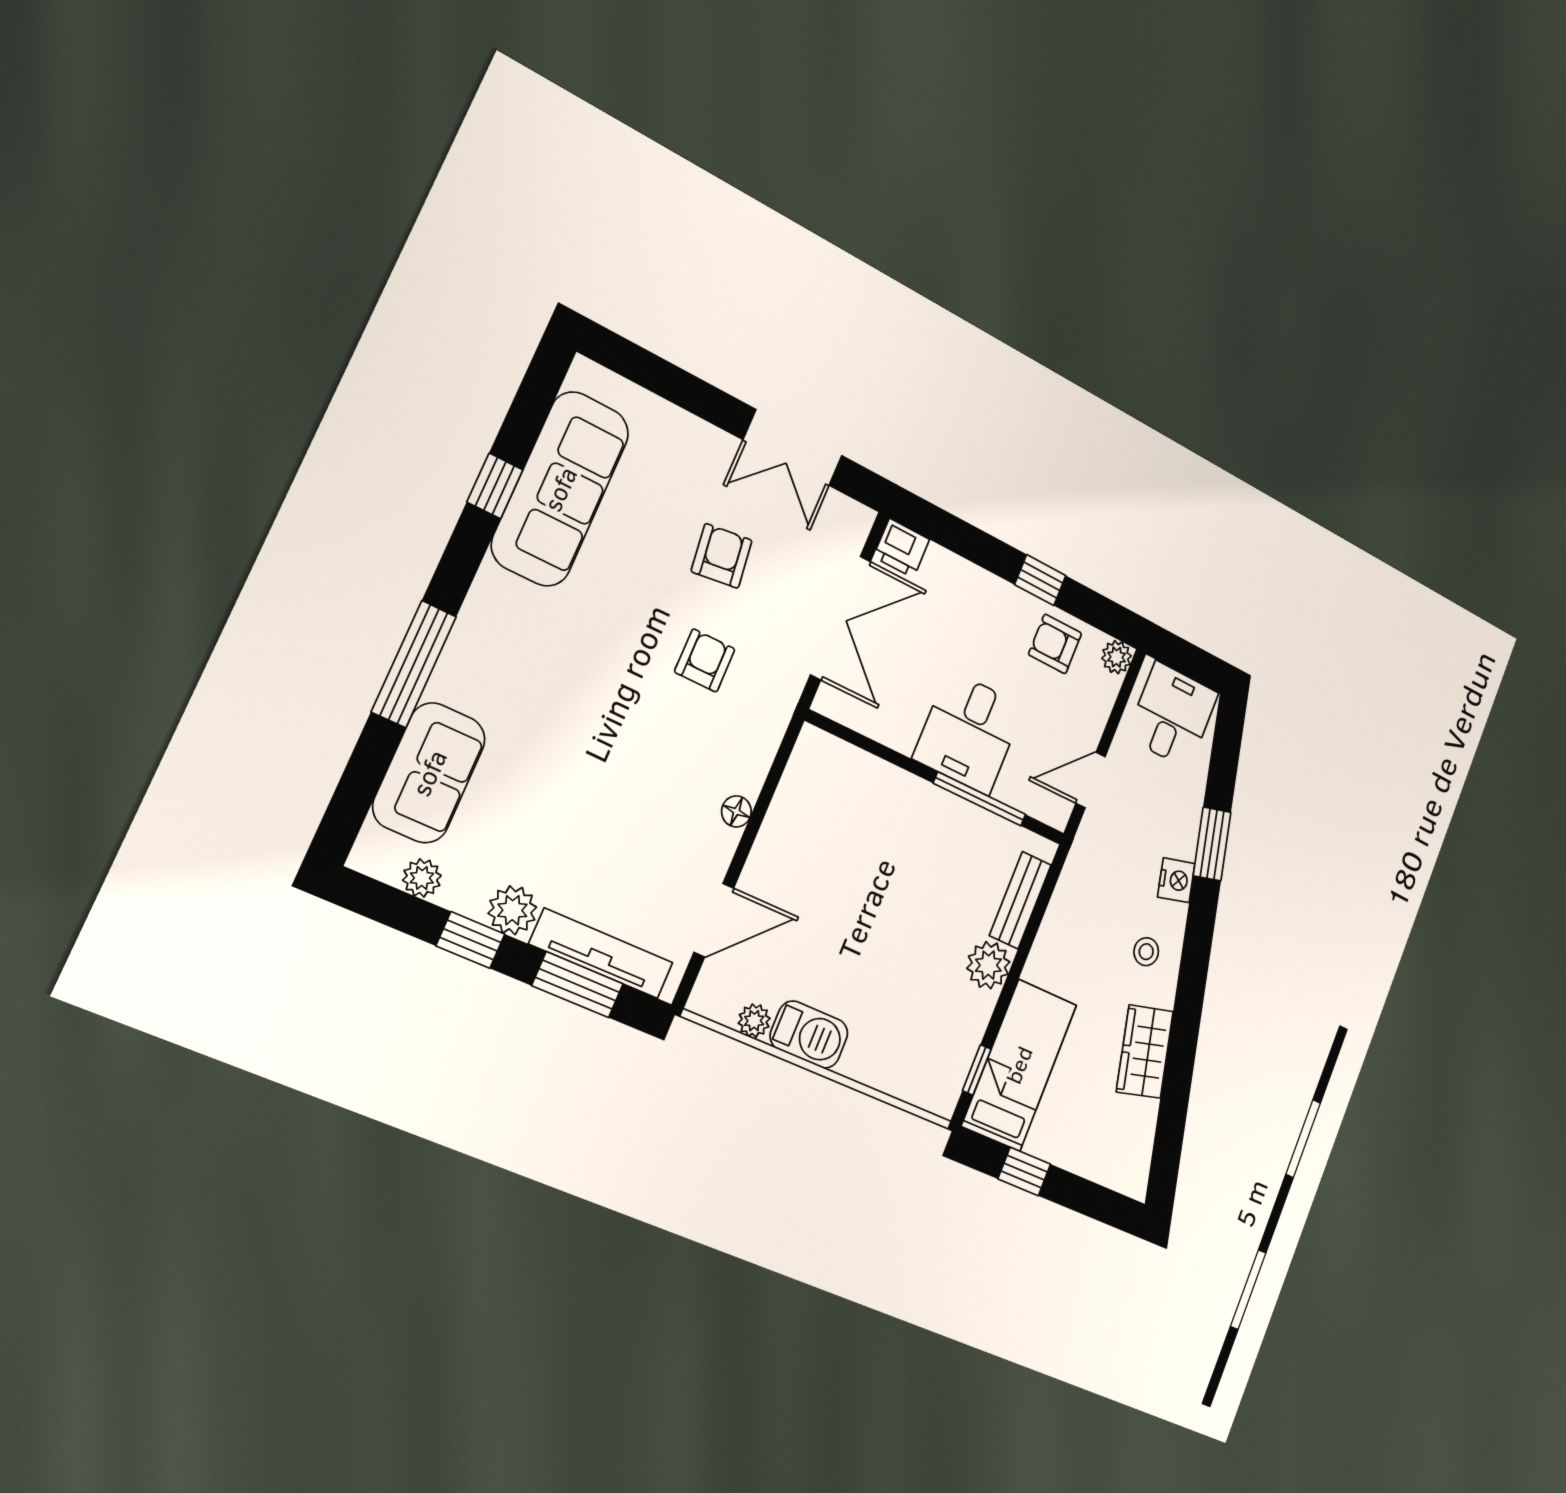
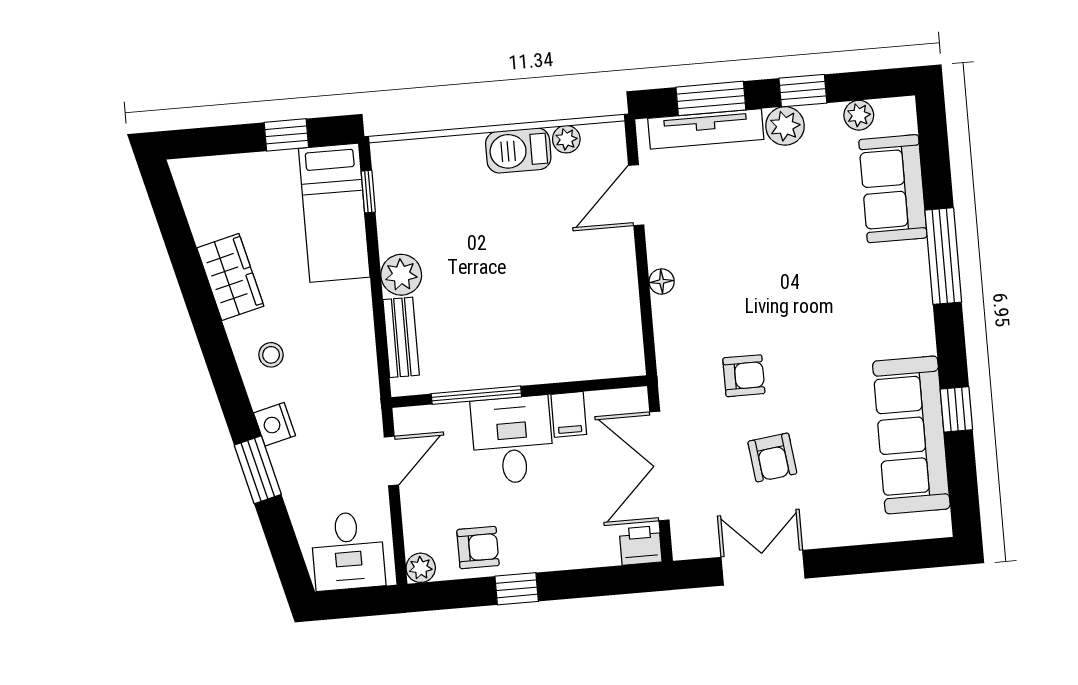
armchair: (705, 660) -> (744, 376), turned -90
filing cabinet: (902, 726) -> (569, 414), added

